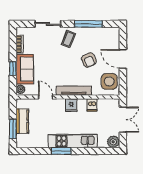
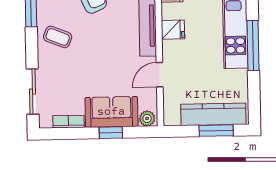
sliding door: (48, 24) -> (33, 92), moved
kitchen counter: (22, 121) -> (213, 114), width x1.50
window: (61, 151) -> (253, 46), width x1.44

